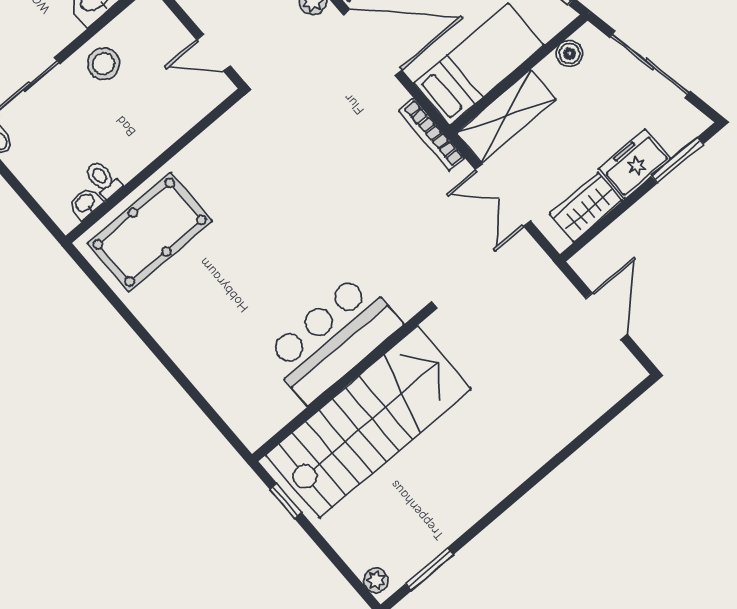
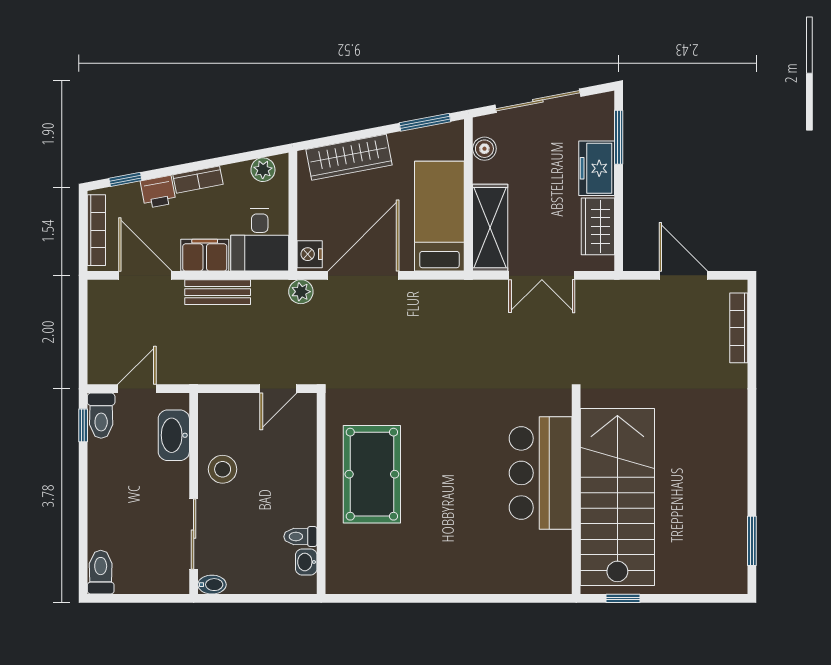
bookcase: (432, 134) -> (739, 328), moved, turned 90
pool table: (150, 232) -> (372, 474), moved
plant: (376, 580) -> (729, 583), removed

